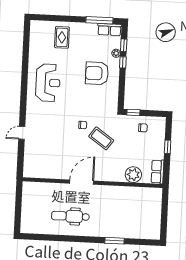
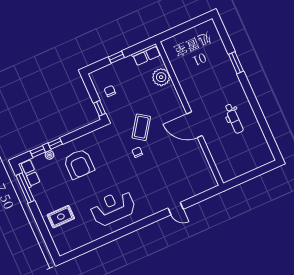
dental chair: (70, 216) -> (234, 119), width x0.73, depth x0.72

